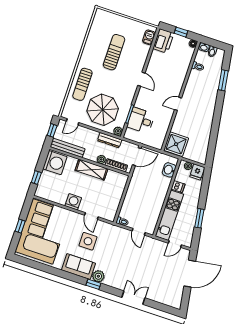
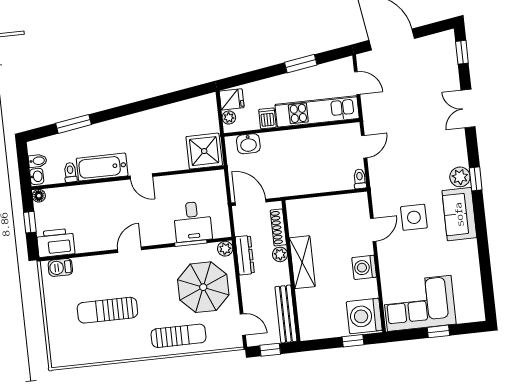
bathtub: (193, 85) -> (102, 167), added
washing machine: (55, 163) -> (364, 316), moved, turned -90
corner sofa: (43, 231) -> (419, 303), width x0.73, depth x0.74
window: (165, 308) -> (462, 52), added

